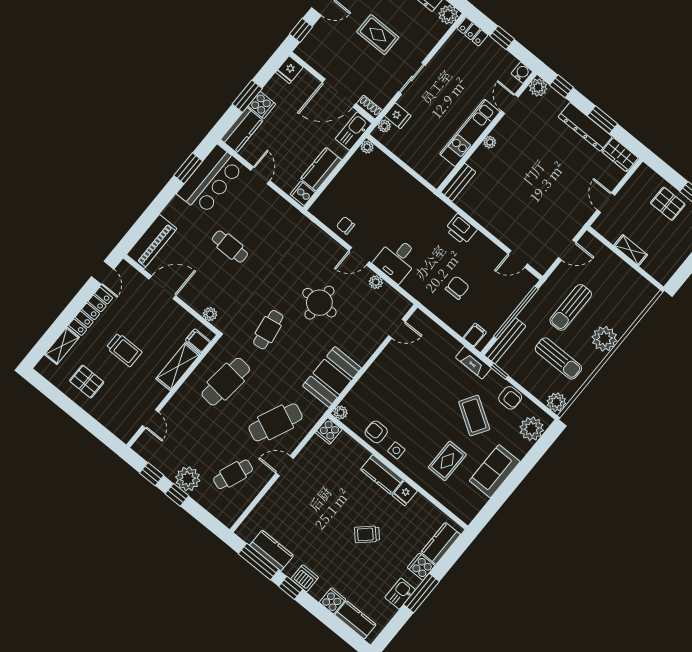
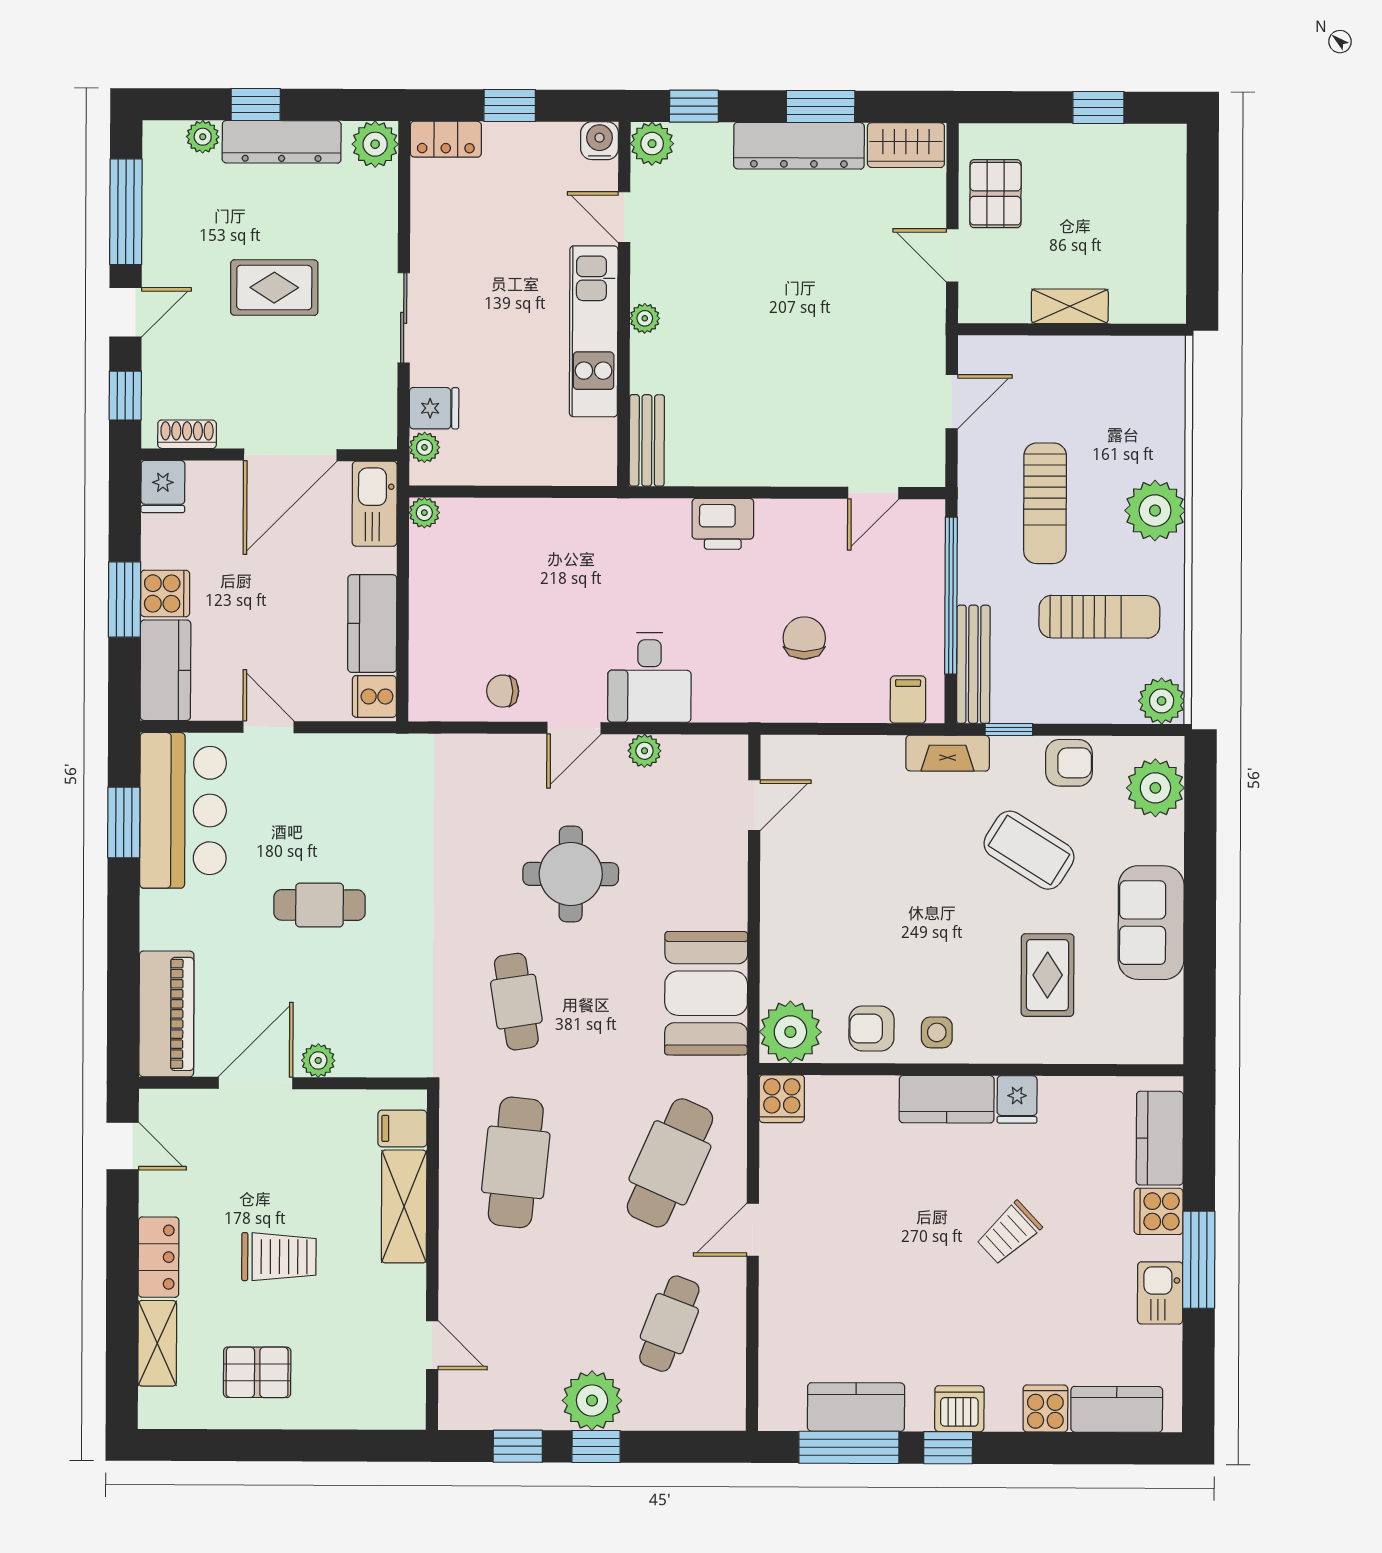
shoe rack: (369, 107) -> (187, 434), moved
pallet: (668, 204) -> (995, 194), moved, turned 90
locker: (91, 311) -> (159, 1257), width x0.66
plant: (210, 314) -> (318, 1060), moved
plant: (341, 413) -> (790, 1032), width x1.88, depth x1.88

